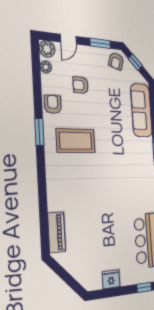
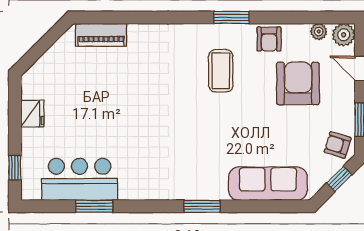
armchair: (81, 85) -> (298, 83), width x1.88, depth x1.88
armchair: (53, 104) -> (269, 39), turned 90
coffee table: (76, 141) -> (221, 71), width x0.73, depth x0.76

